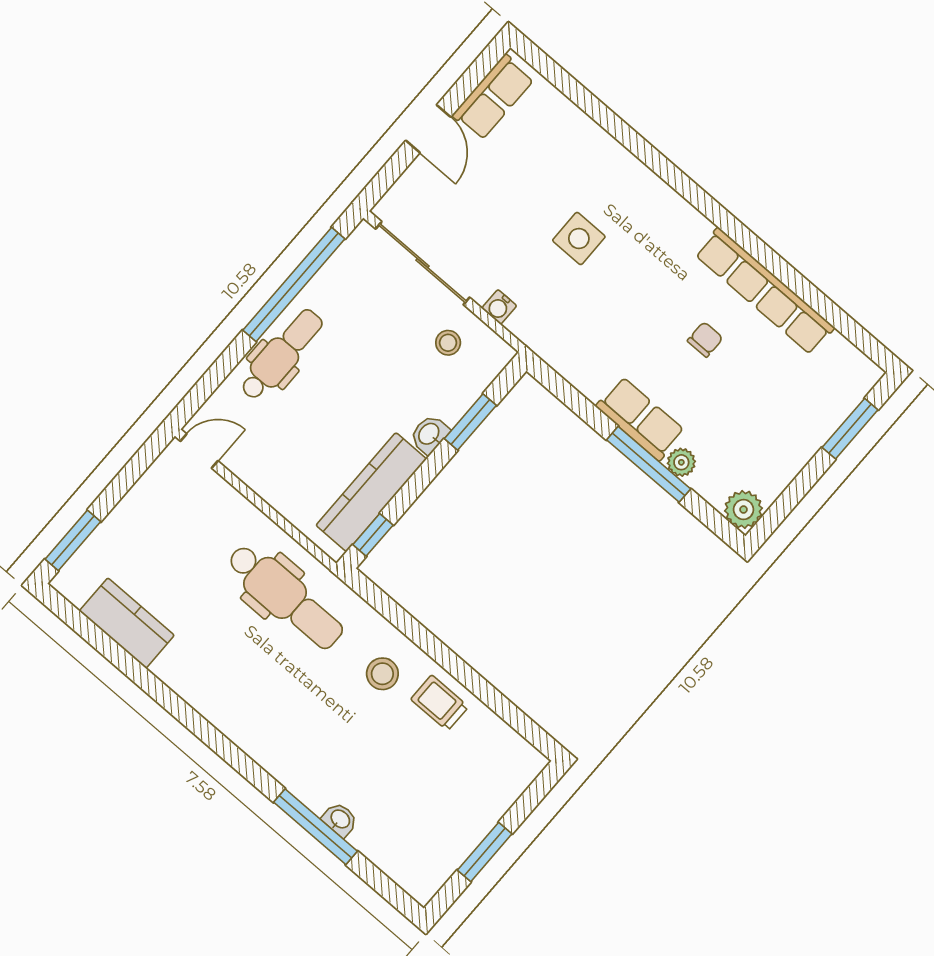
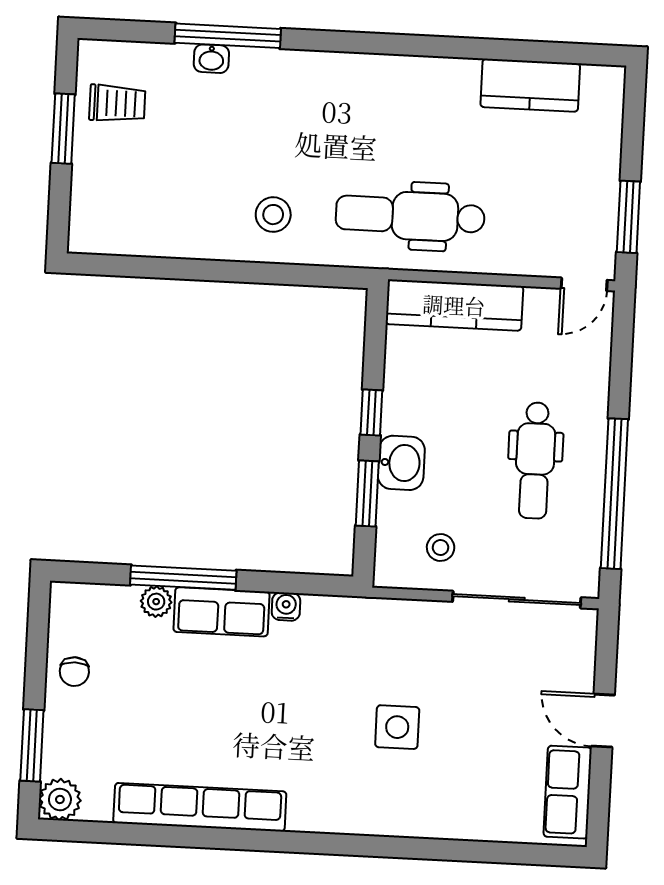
water cooler: (499, 307) -> (286, 607), moved
chair: (705, 339) -> (74, 672), moved
dental chair: (281, 355) -> (535, 460), moved
washbasin: (429, 434) -> (401, 463), width x1.38, depth x1.45
kitchen counter: (371, 492) -> (454, 305), moved, turned 90
plant: (744, 510) -> (60, 799), moved
window: (373, 535) -> (371, 412), moved
window: (73, 540) -> (628, 217), moved
trolley: (440, 703) -> (117, 103), moved

